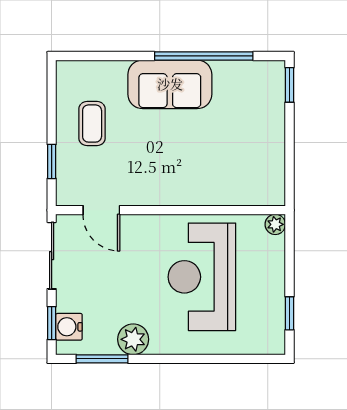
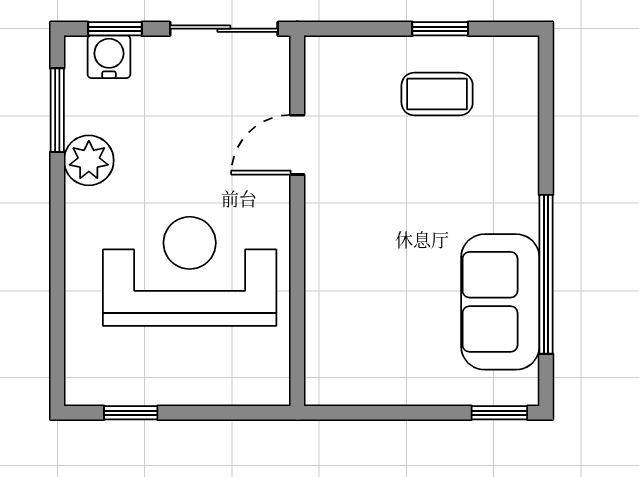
sofa: (170, 84) -> (500, 302), moved
window: (52, 161) -> (440, 29), moved
door: (101, 210) -> (297, 145), moved
plant: (275, 224) -> (274, 390), removed

